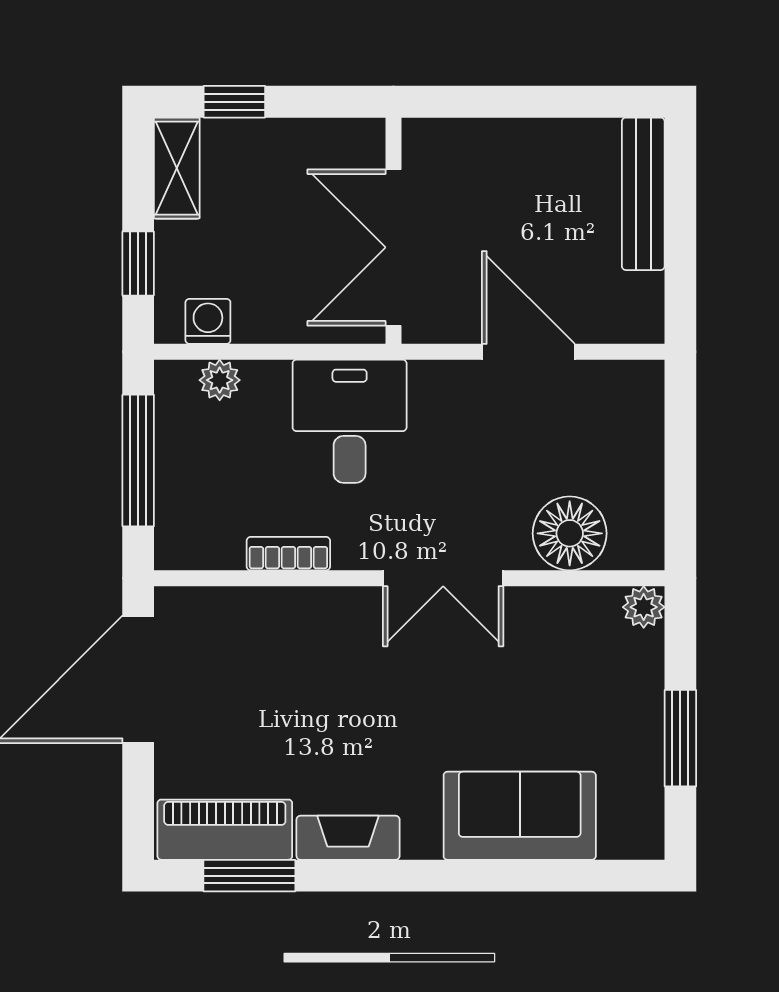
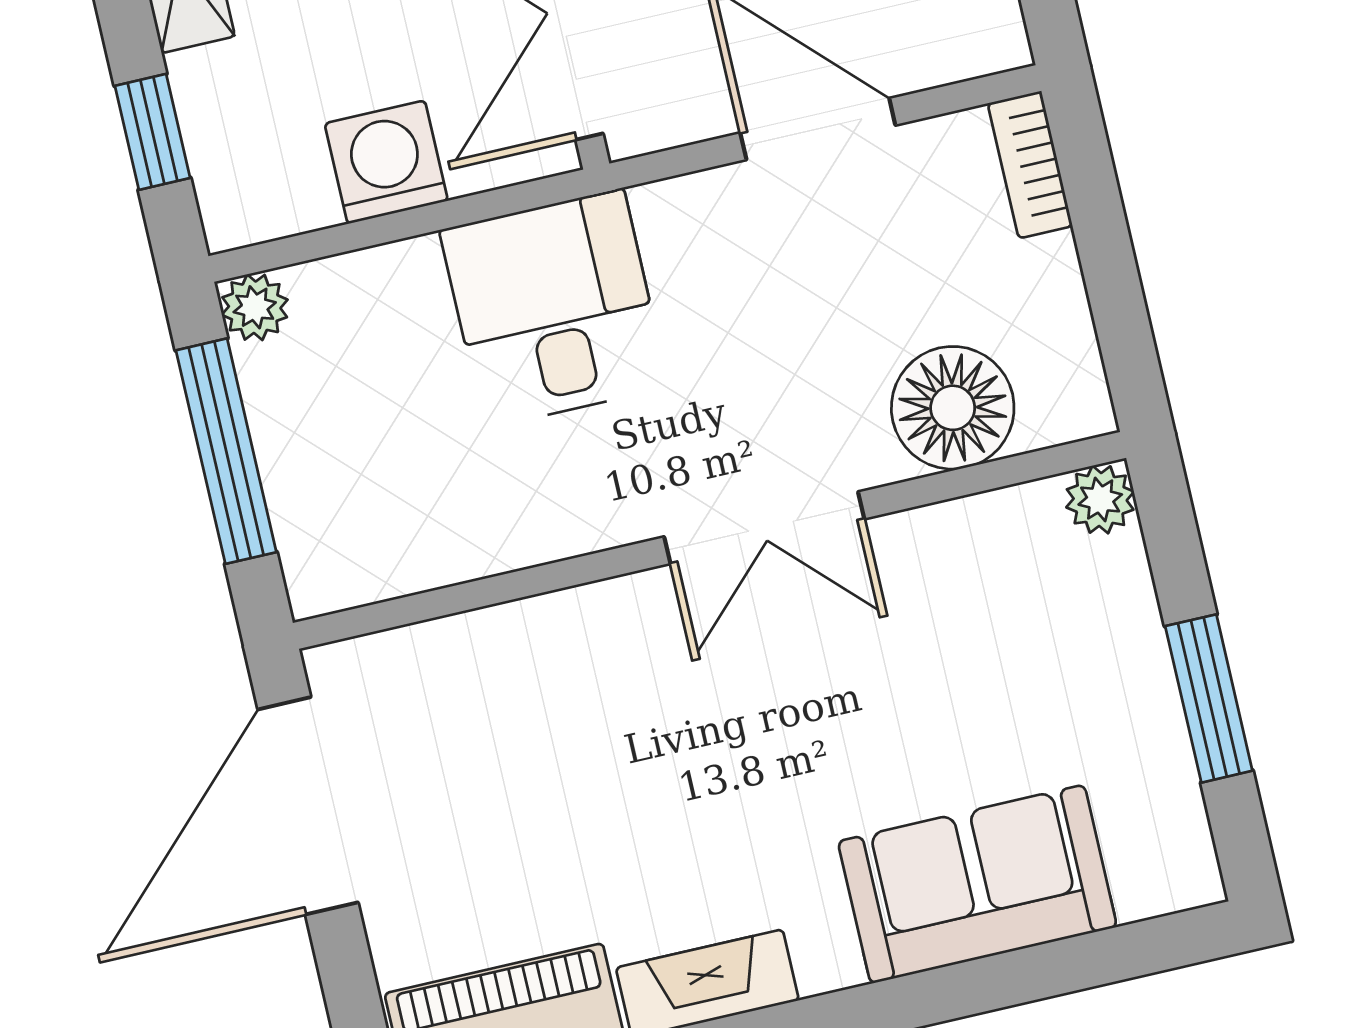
washing machine: (208, 321) -> (386, 162), moved, width x1.38, depth x1.38
plant: (220, 380) -> (255, 307), moved
bookcase: (288, 554) -> (1030, 165), moved, turned -90

